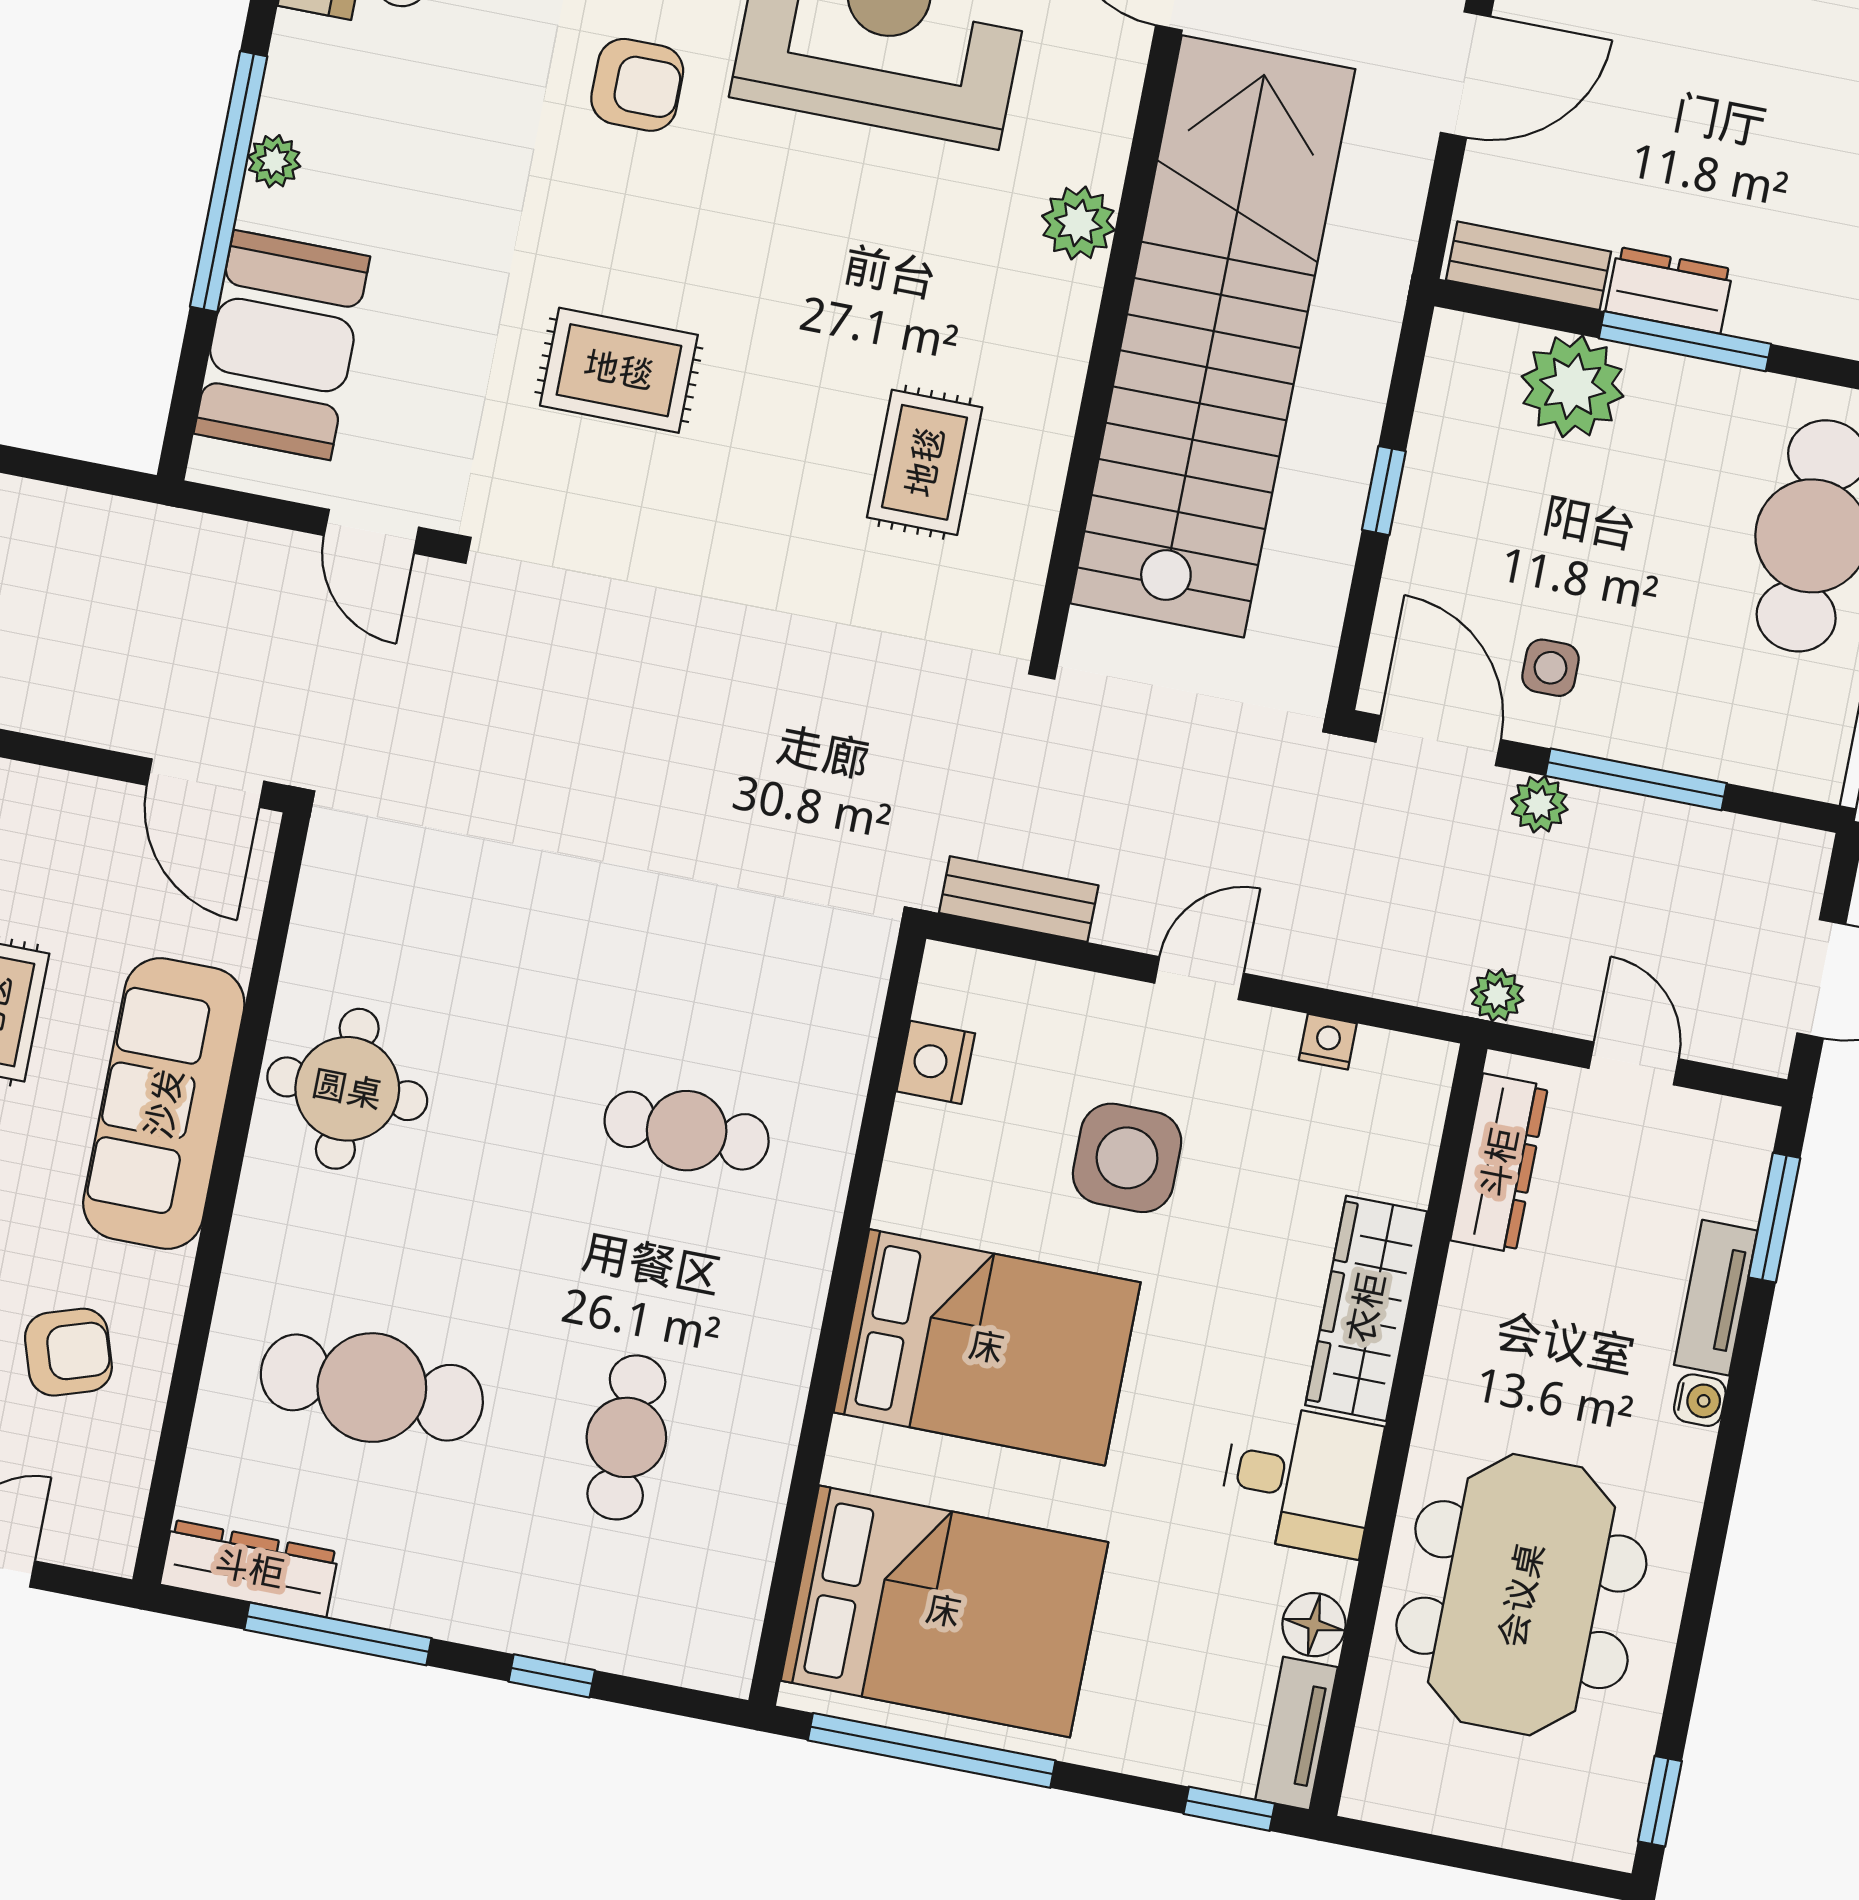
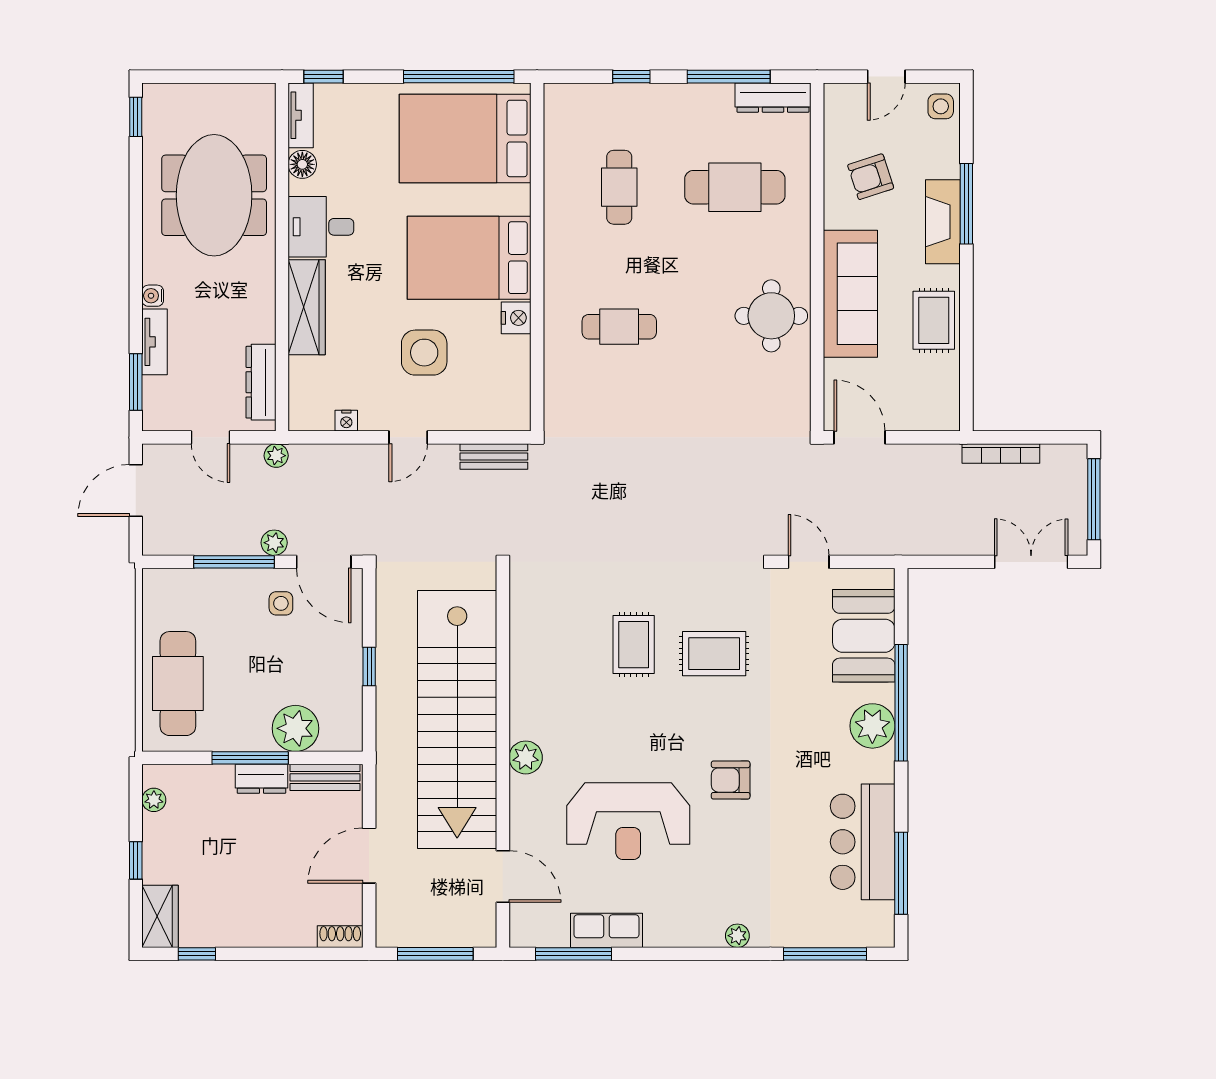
plant: (274, 161) -> (872, 726), width x1.87, depth x1.87
rug: (925, 462) -> (634, 645), moved
nightstand: (936, 1062) -> (516, 318), moved

